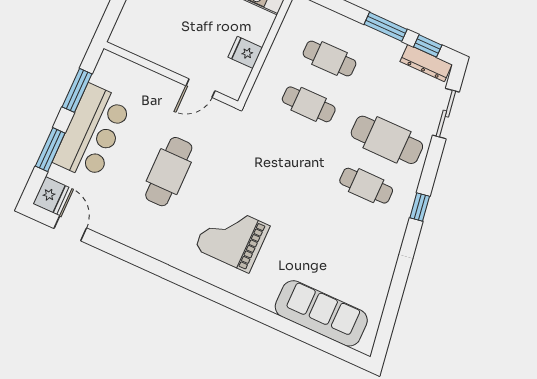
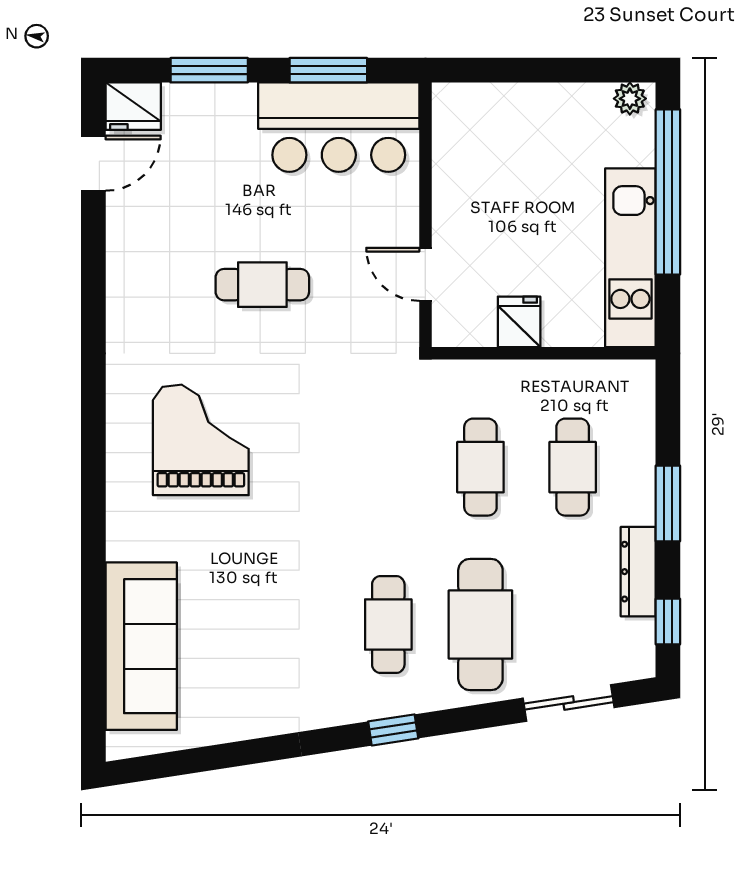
window: (386, 27) -> (668, 503), moved
dresser: (426, 63) -> (638, 572), moved
bar counter: (92, 132) -> (339, 127), moved
cafe table: (169, 172) -> (262, 285), width x0.73, depth x0.74

